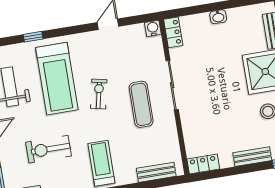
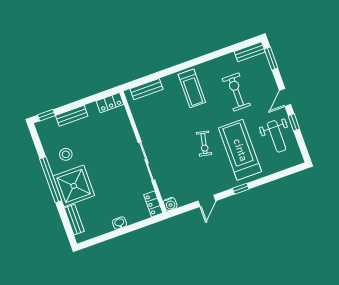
window: (33, 37) -> (241, 189), moved
exercise mat: (141, 104) -> (169, 141), removed
exercise bike: (49, 149) -> (236, 92), turned -90

